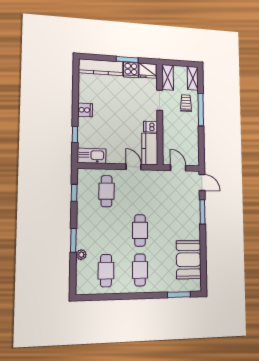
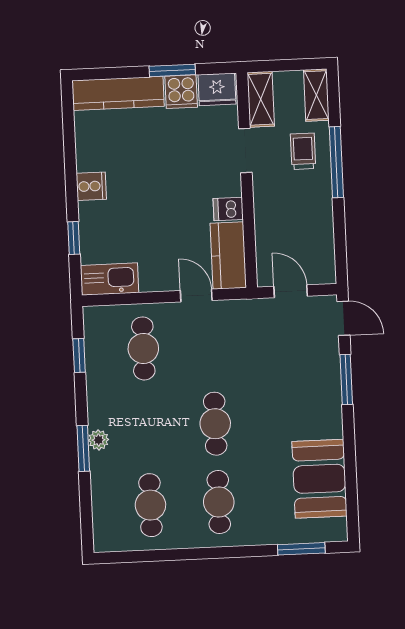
plant: (81, 255) -> (99, 440), moved

